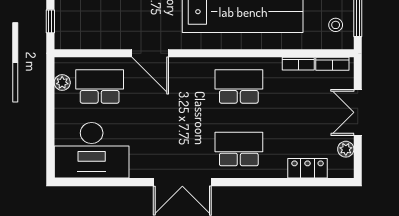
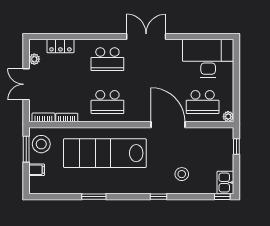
stool: (336, 25) -> (41, 144), width x1.89, depth x1.89
door: (150, 53) -> (168, 125), width x1.36
plant: (62, 83) -> (228, 117), moved
double door: (358, 112) -> (26, 84), swing flipped

